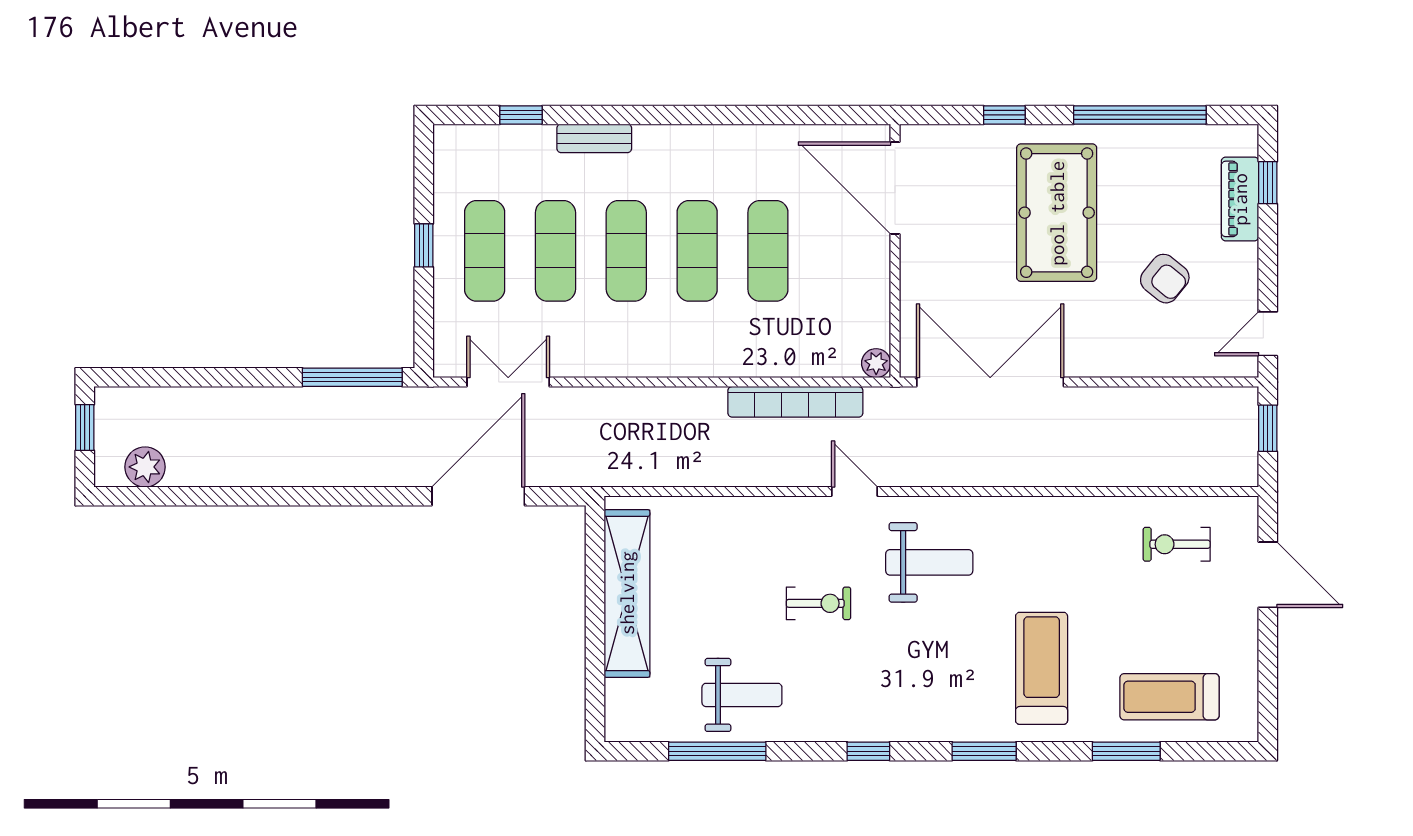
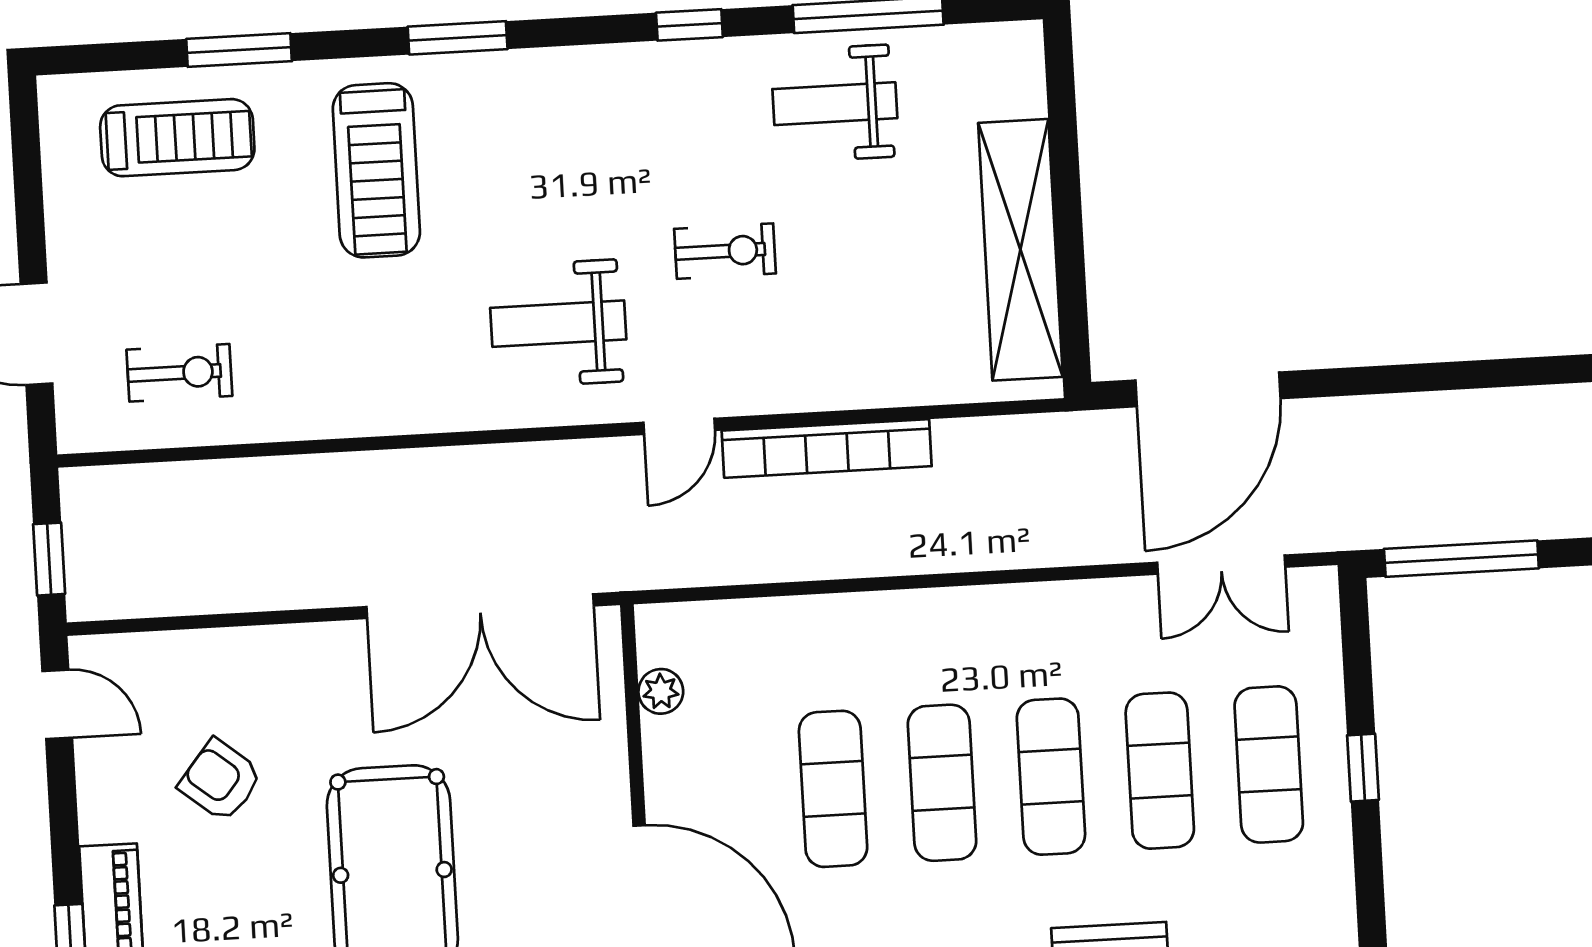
door: (1268, 334) -> (57, 704), hinge flipped
plant: (876, 363) -> (661, 691), moved
bookcase: (795, 402) -> (827, 448), moved, turned 180
door: (855, 491) -> (679, 426), hinge flipped
door: (478, 496) -> (1208, 389), moved
exercise bike: (818, 603) -> (725, 251), turned 180
window: (868, 751) -> (689, 25), moved

